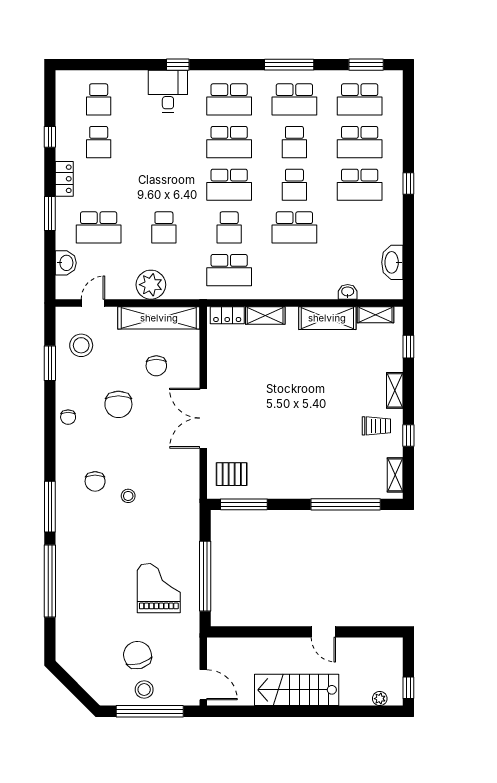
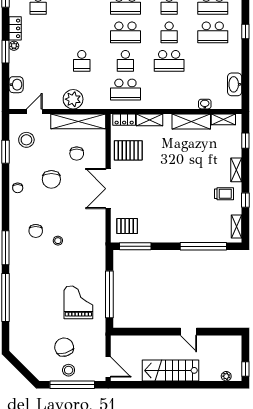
plant: (63, 205) -> (14, 46), added
school desk: (99, 227) -> (38, 61), removed
pallet: (233, 361) -> (128, 150), added

